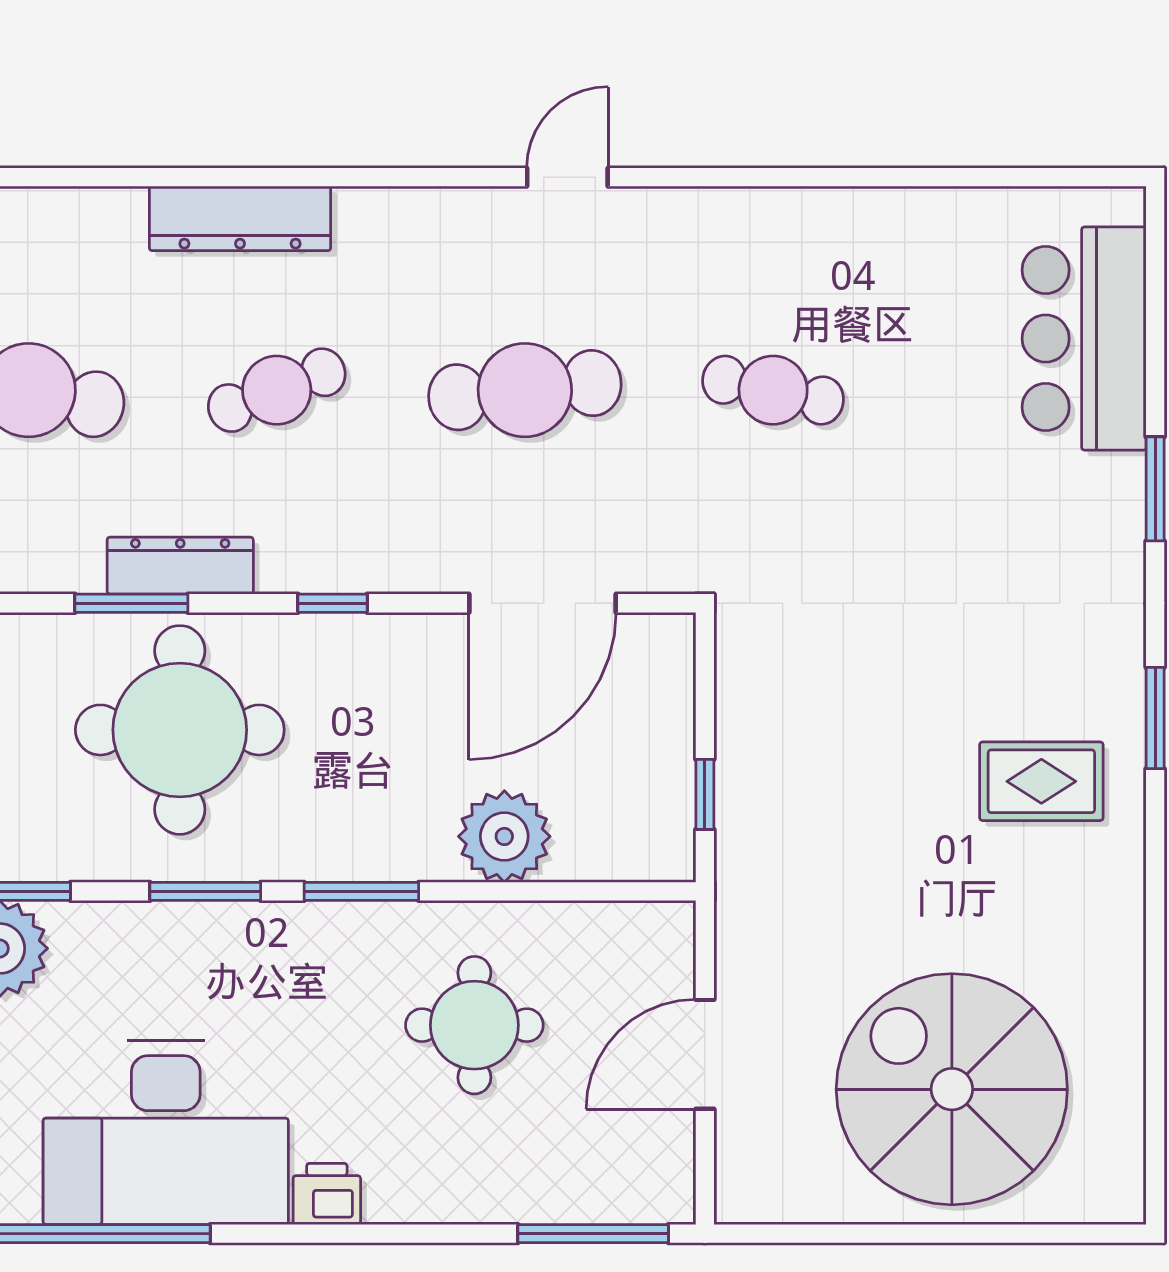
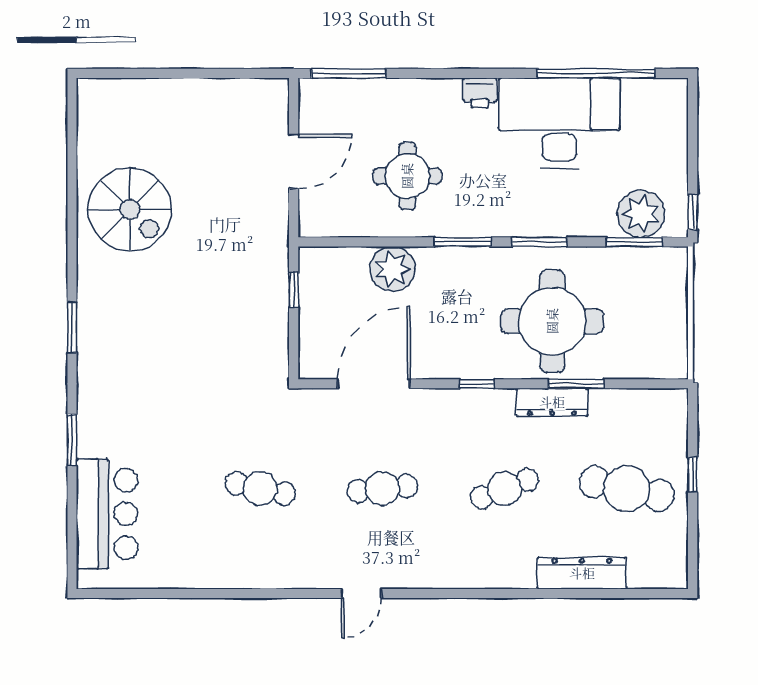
dresser: (240, 218) -> (582, 573), moved
cafe table: (525, 390) -> (382, 489), width x0.73, depth x0.74
rug: (1041, 781) -> (128, 296), removed
spiral stairs: (952, 1089) -> (130, 209), moved, width x0.73, depth x0.73

